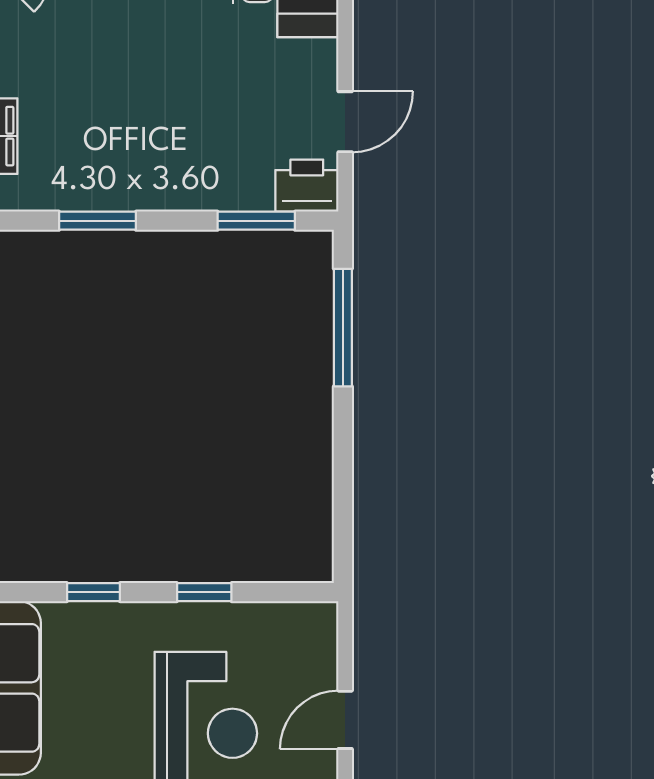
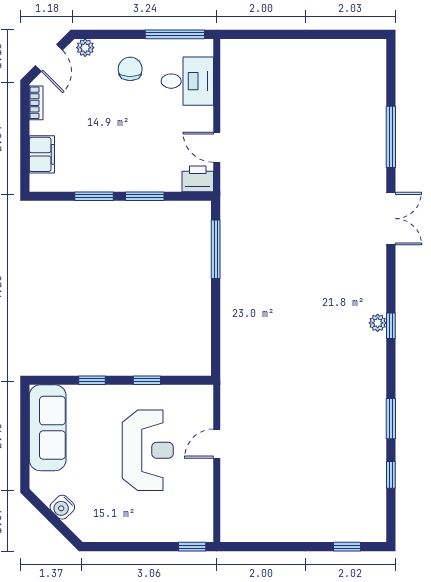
door: (345, 122) -> (217, 147), swing flipped
window: (256, 221) -> (145, 196), moved

